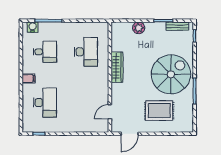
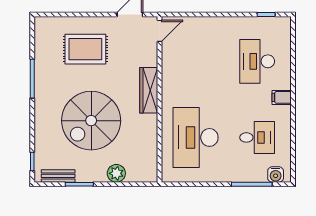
desk: (45, 52) -> (257, 137), turned 180
desk: (86, 52) -> (195, 137), width x1.36, depth x1.30
wardrobe: (117, 67) -> (149, 90), moved
spiral stairs: (171, 74) -> (91, 121), moved
door: (110, 112) -> (160, 31), moved

